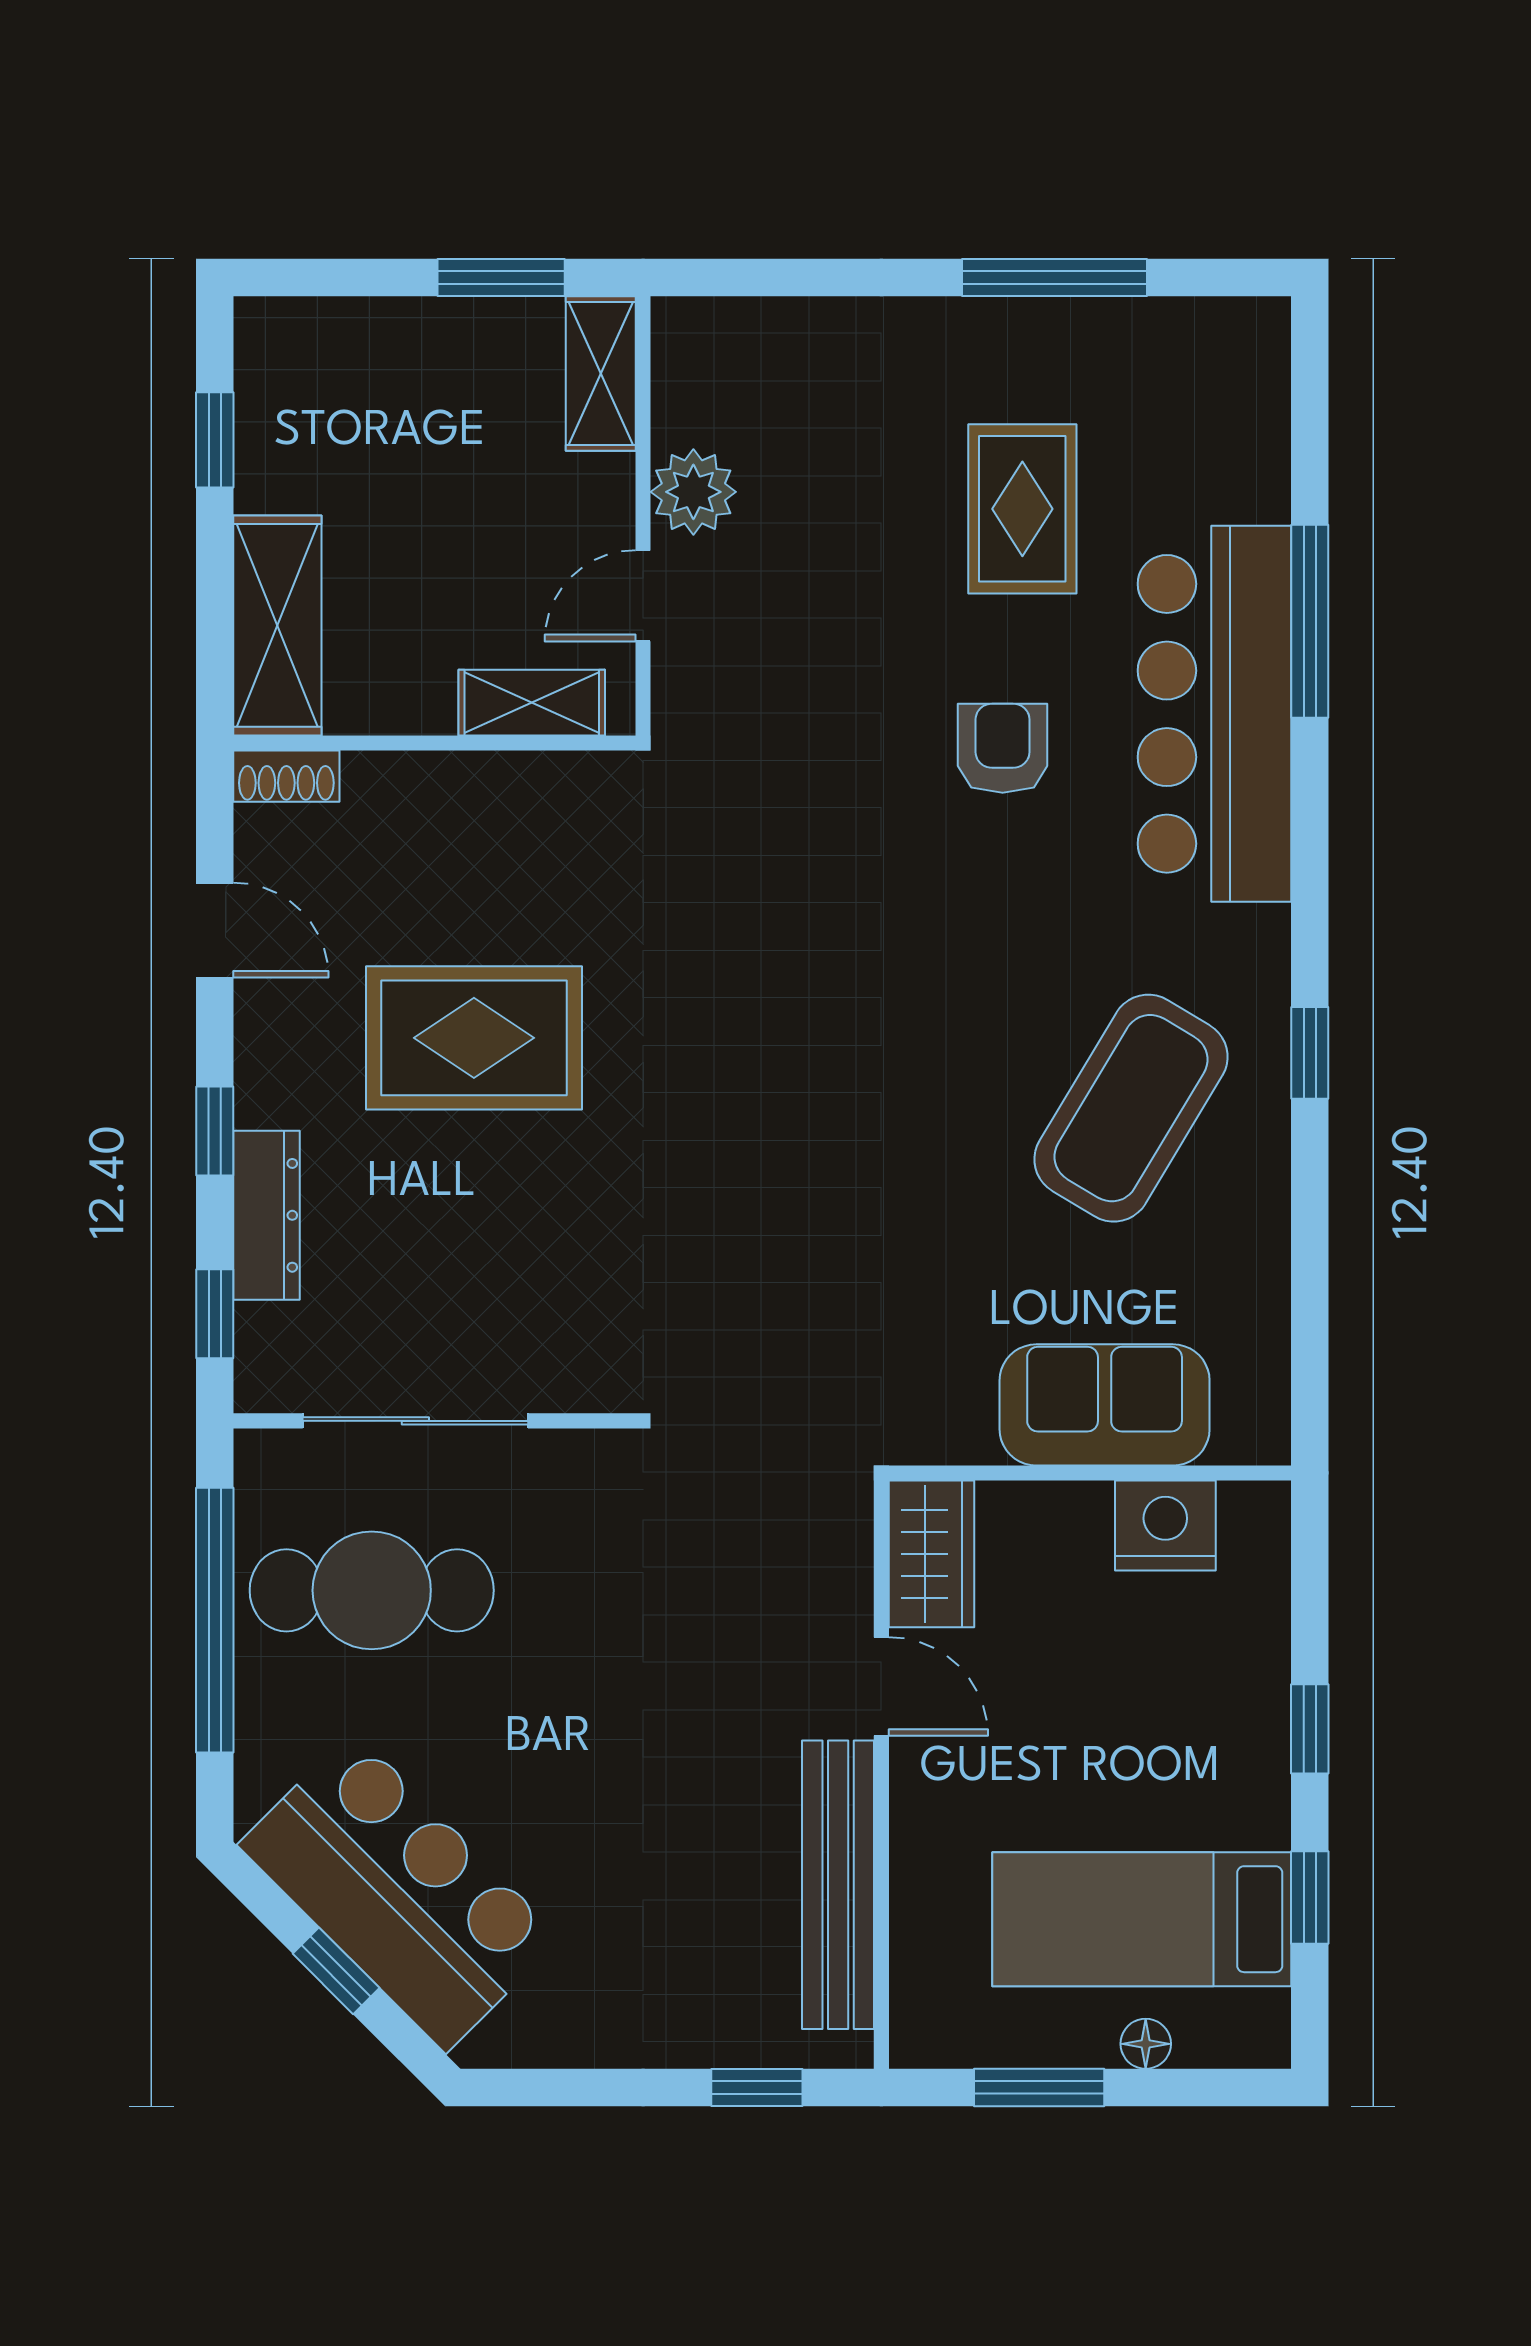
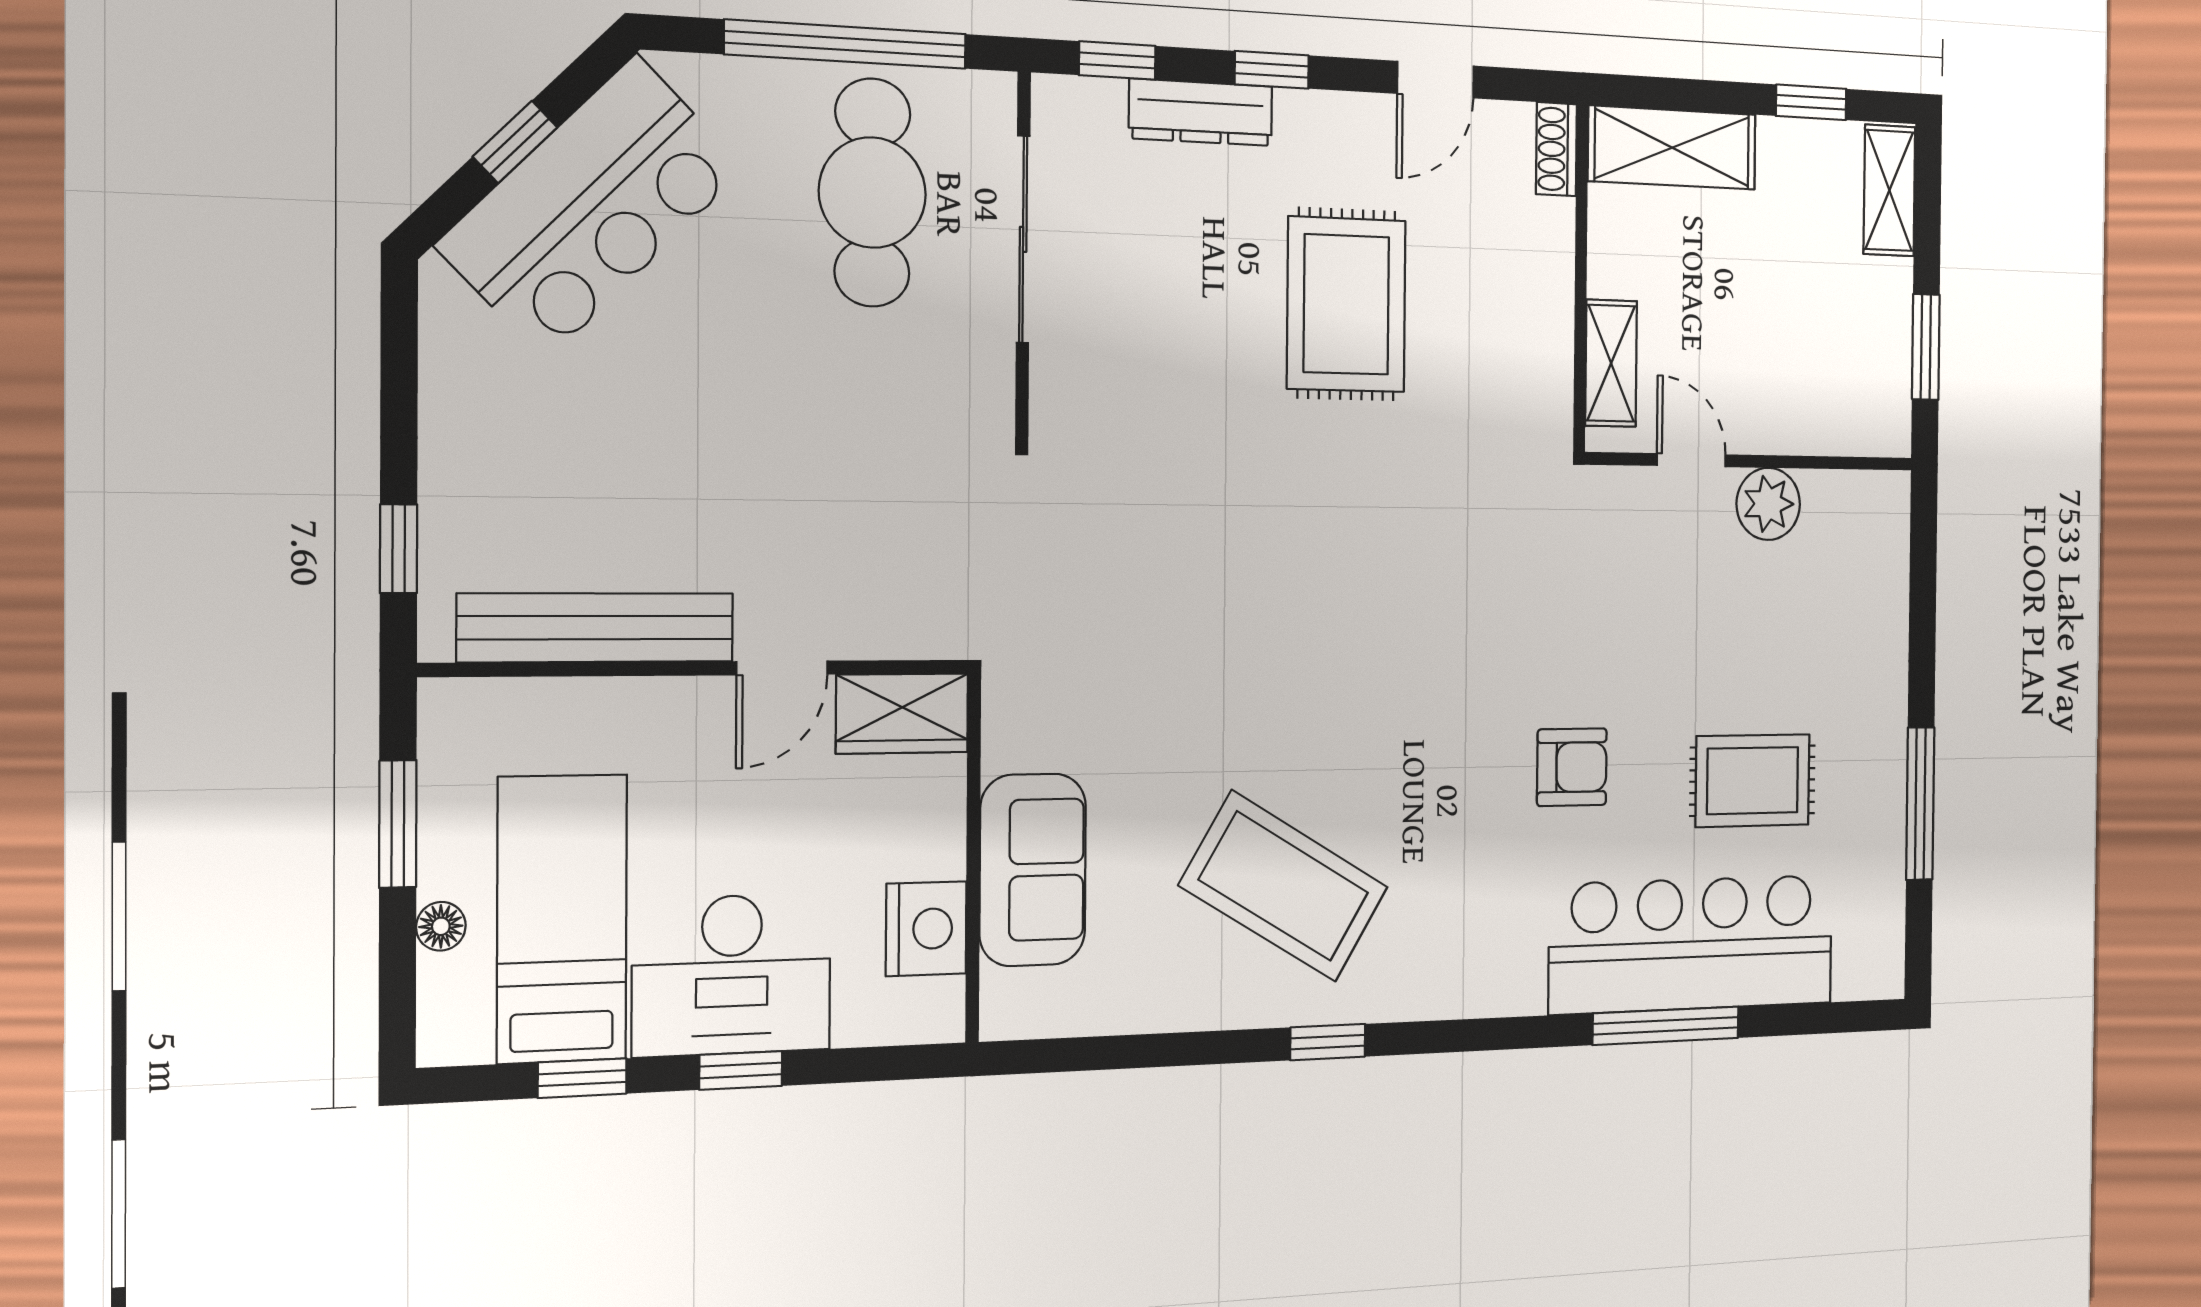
shelving: (601, 373) -> (1889, 191), moved, turned 90
bar counter: (1214, 714) -> (1692, 944), moved
desk: (1207, 1739) -> (732, 975), added

